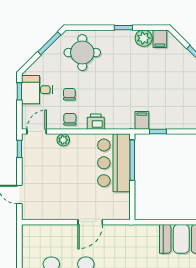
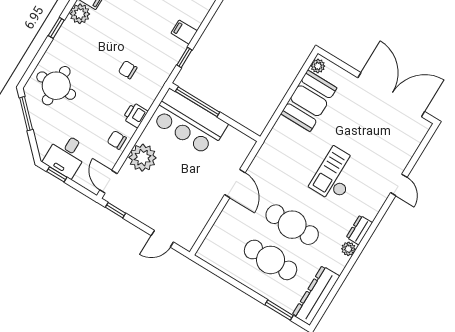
chair: (69, 94) -> (128, 70), moved
filing cabinet: (142, 120) -> (184, 32), moved
plant: (63, 140) -> (143, 158), width x1.87, depth x1.87

